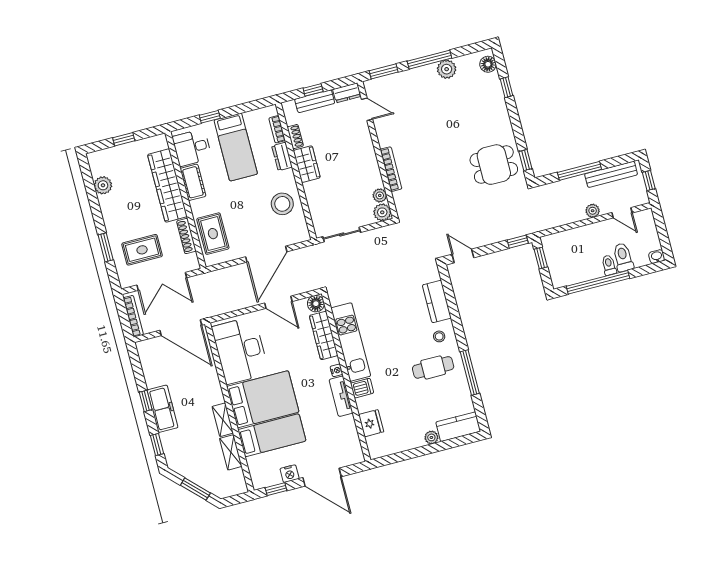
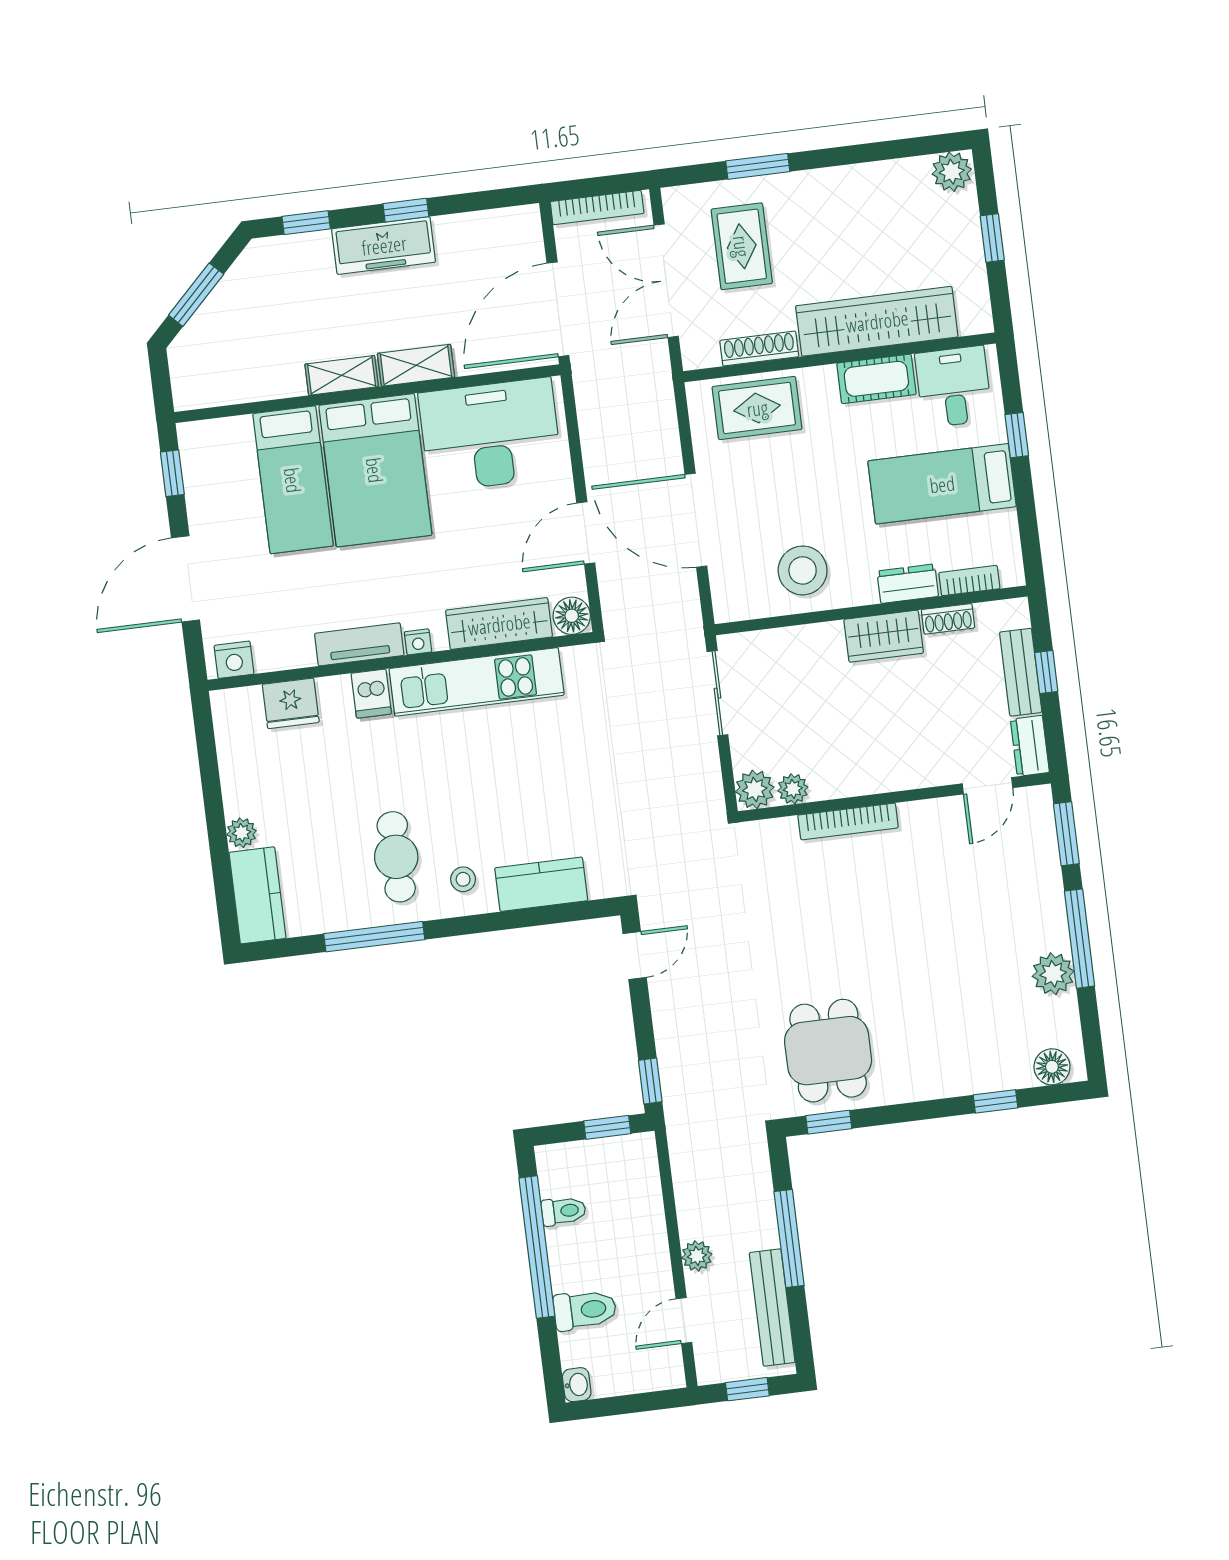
plant: (103, 185) -> (952, 172), moved
toilet: (609, 265) -> (564, 1211), moved
shelving: (231, 452) -> (416, 365), moved
nightstand: (290, 474) -> (234, 660), moved, turned -90

